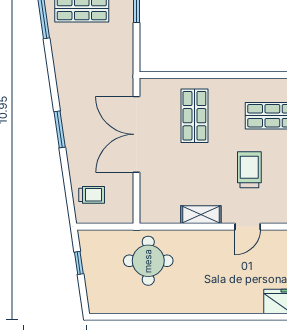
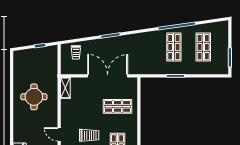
shelving: (201, 215) -> (65, 88), moved
round table: (148, 261) -> (34, 97), moved

